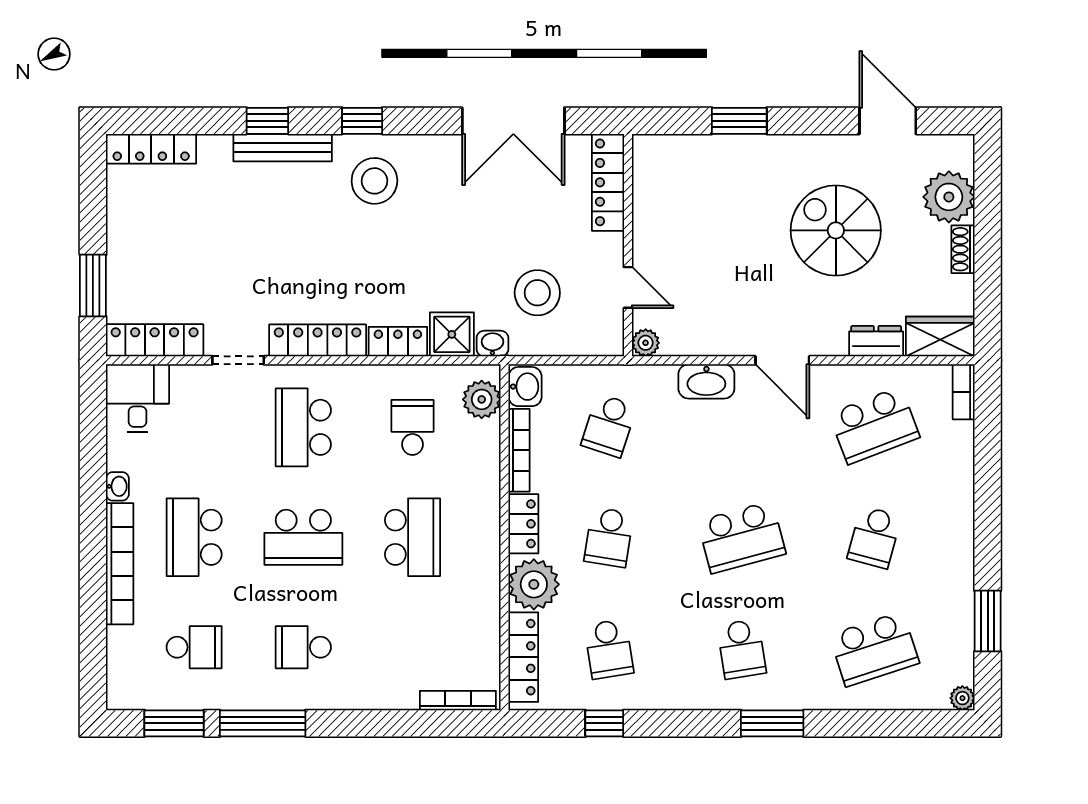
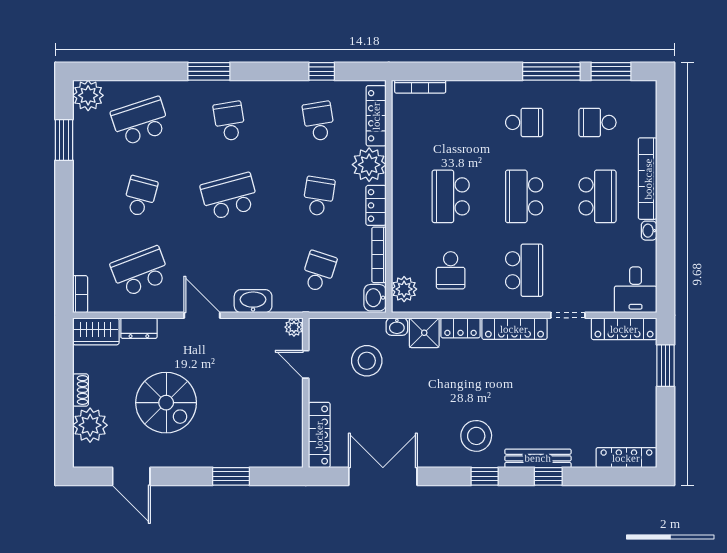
school desk: (303, 537) -> (524, 196), turned -90
plant: (962, 698) -> (88, 95), width x1.88, depth x1.88

